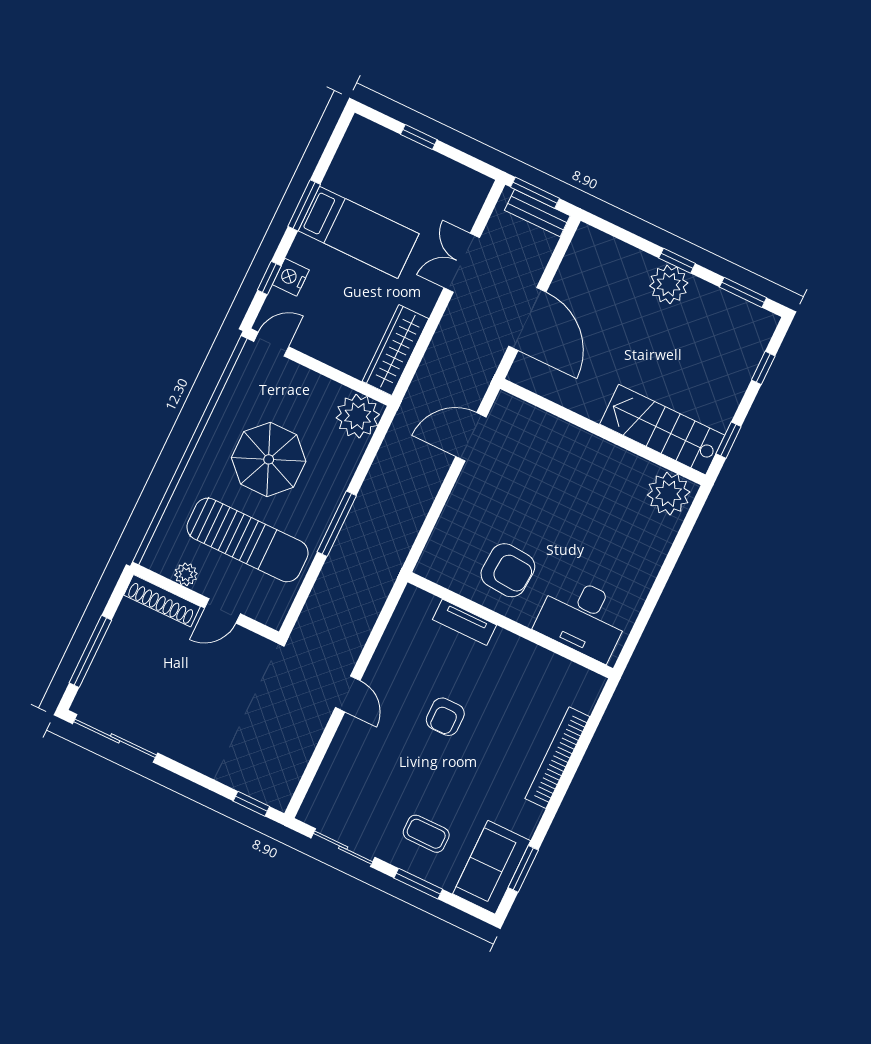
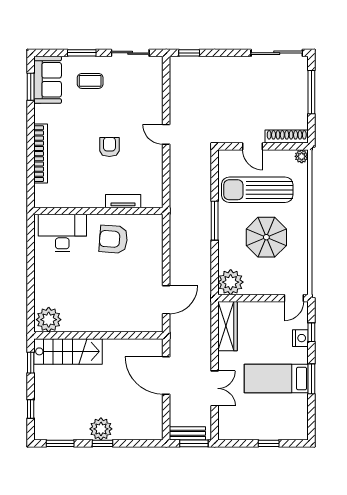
plant: (186, 574) -> (302, 156), moved
door: (222, 611) -> (253, 146), swing flipped

